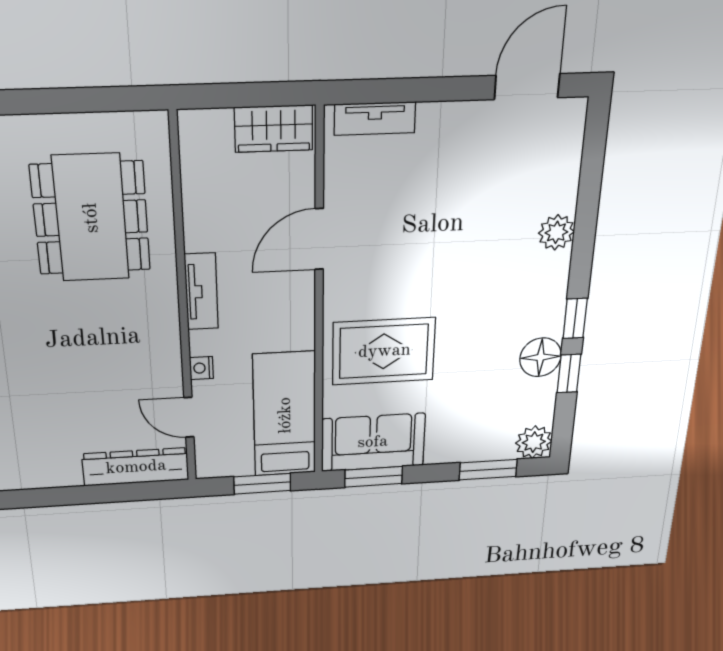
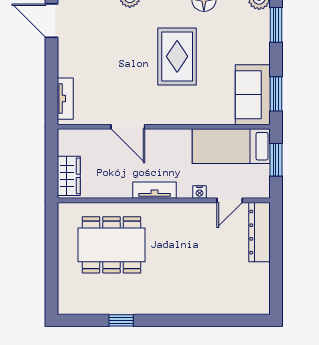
wardrobe: (274, 129) -> (69, 176), moved
rug: (384, 351) -> (177, 56), moved

